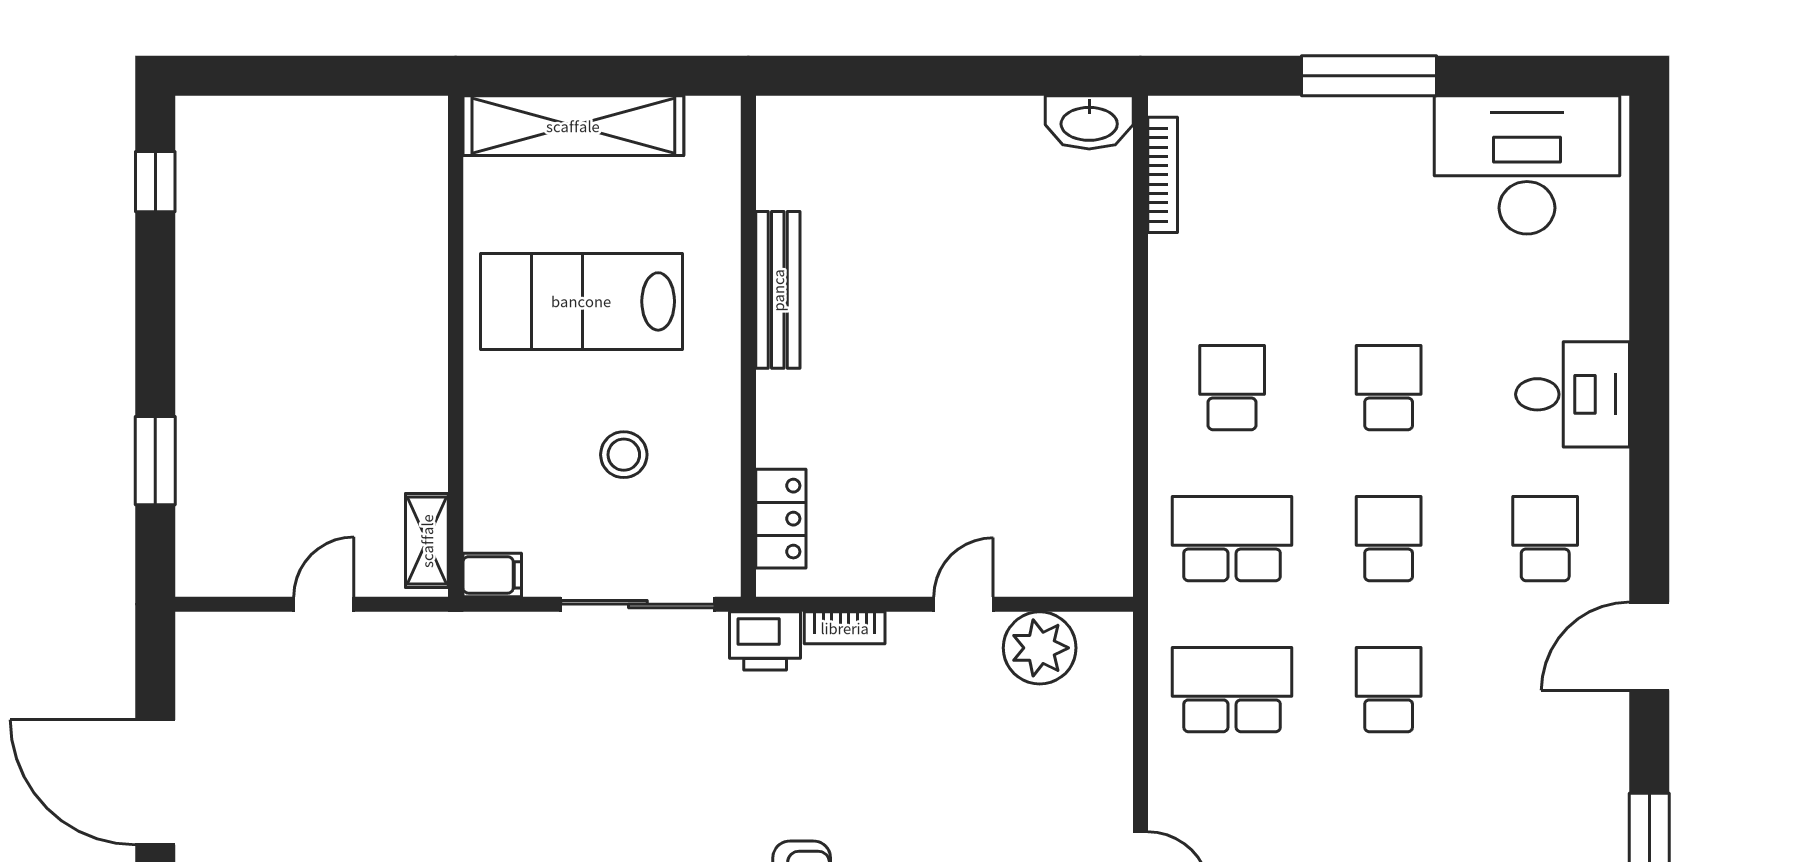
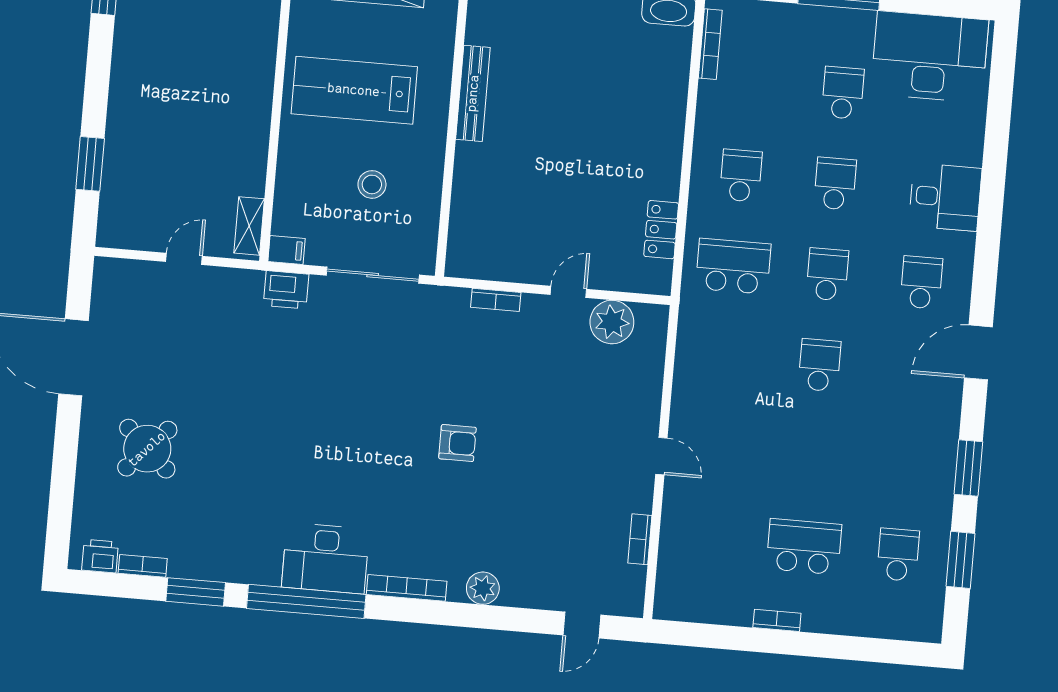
locker: (781, 519) -> (661, 230), moved, turned 180
printer: (765, 641) -> (286, 290), moved
school desk: (1232, 690) -> (843, 93), moved, width x0.54

